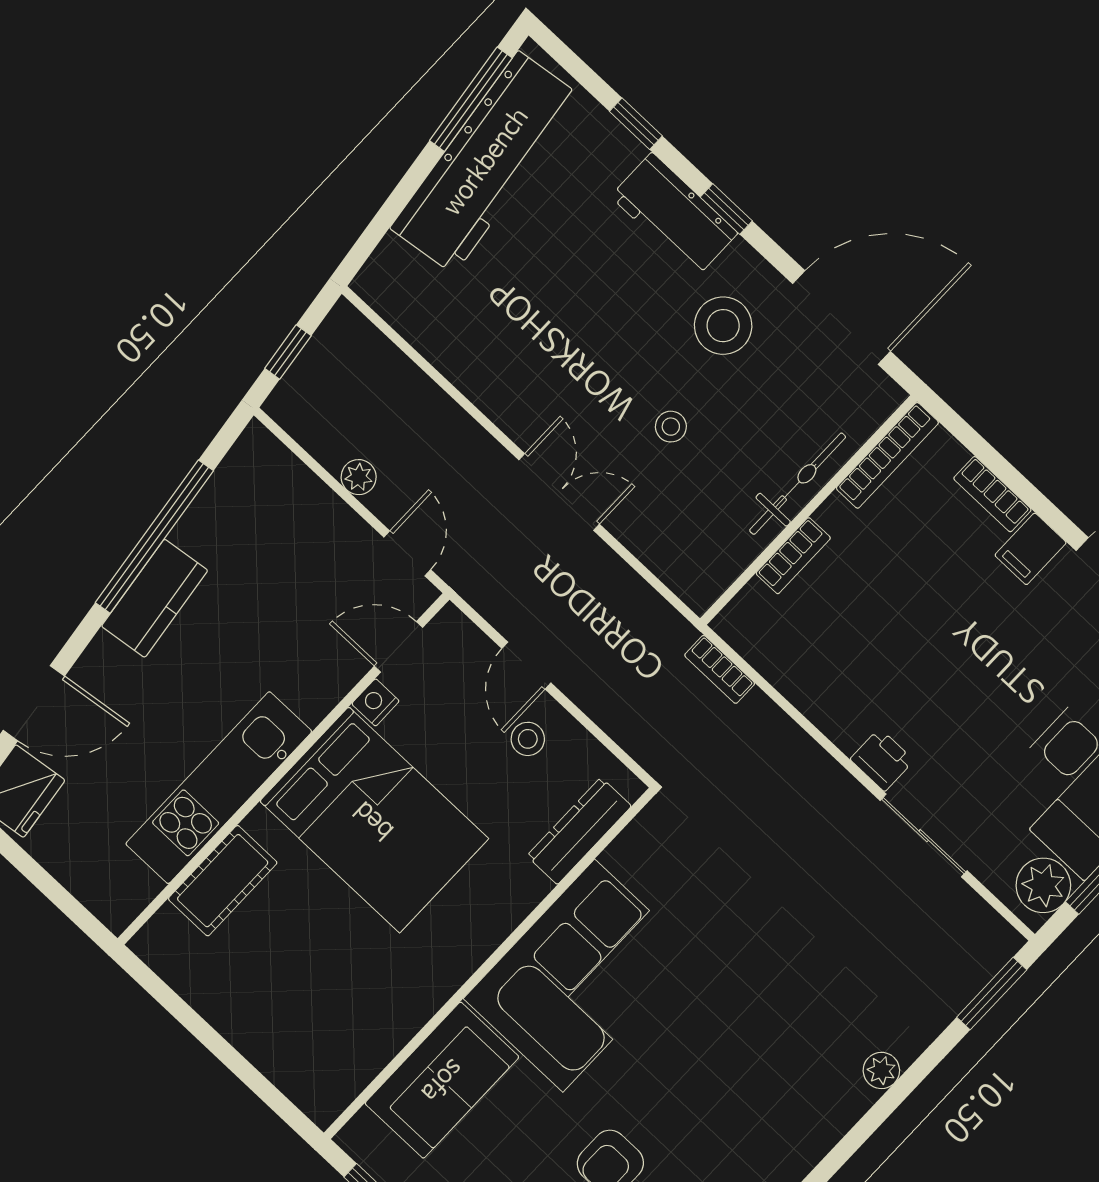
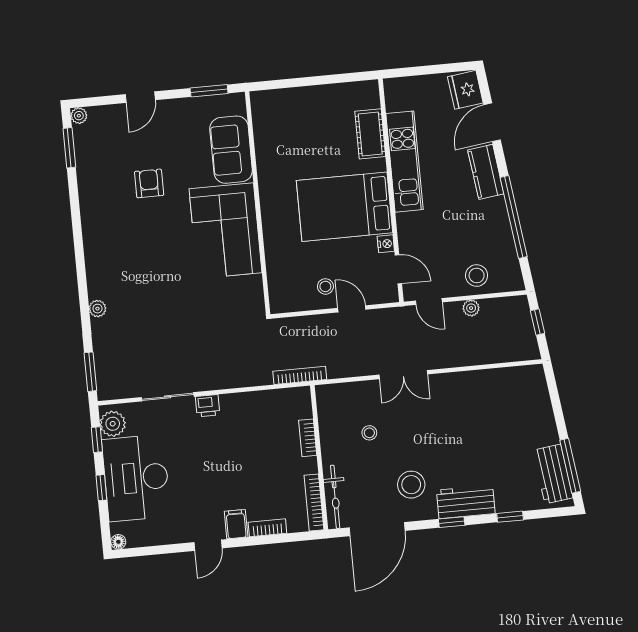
workbench: (486, 162) -> (553, 474), width x0.53, depth x0.76
stool: (671, 427) -> (369, 433), moved
bicycle: (798, 484) -> (335, 497), moved
stool: (299, 514) -> (477, 275), added
kitchen counter: (155, 598) -> (486, 172), moved
door: (399, 647) -> (398, 269), hinge flipped
bookcase: (720, 669) -> (300, 375), width x1.56
dresser: (579, 831) -> (277, 276), removed

